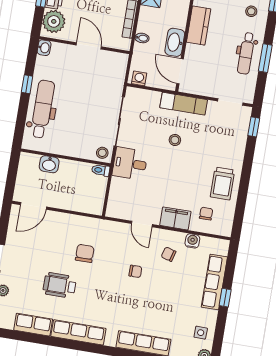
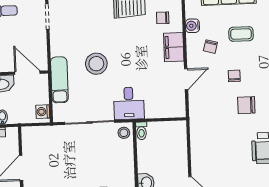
door: (180, 71) -> (27, 73), swing flipped
exam couch: (184, 104) -> (59, 80), moved
stool: (175, 140) -> (96, 64), width x1.89, depth x1.89
chair: (85, 253) -> (246, 105), moved
coffee table: (175, 286) -> (241, 34), added

